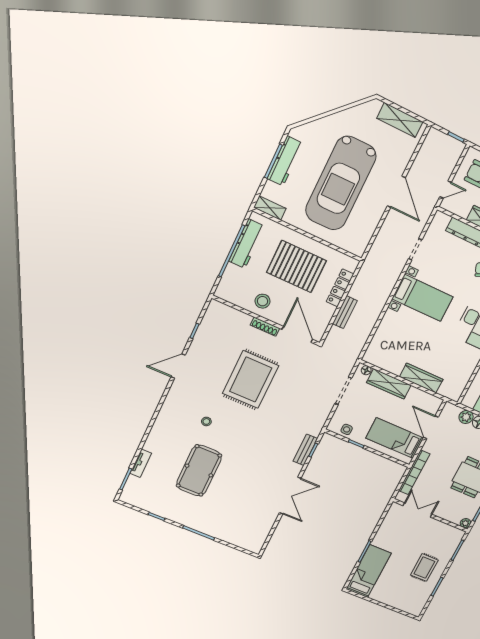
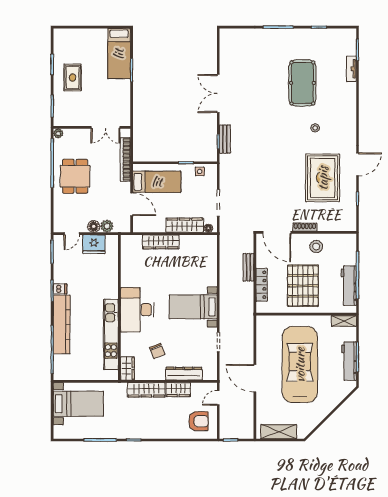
pallet: (297, 267) -> (303, 286), turned 90
rug: (251, 380) -> (323, 178), moved

